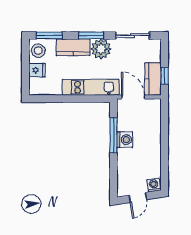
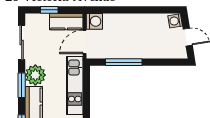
window: (165, 76) -> (49, 10), moved
washing machine: (125, 140) -> (94, 21), moved, turned 90

